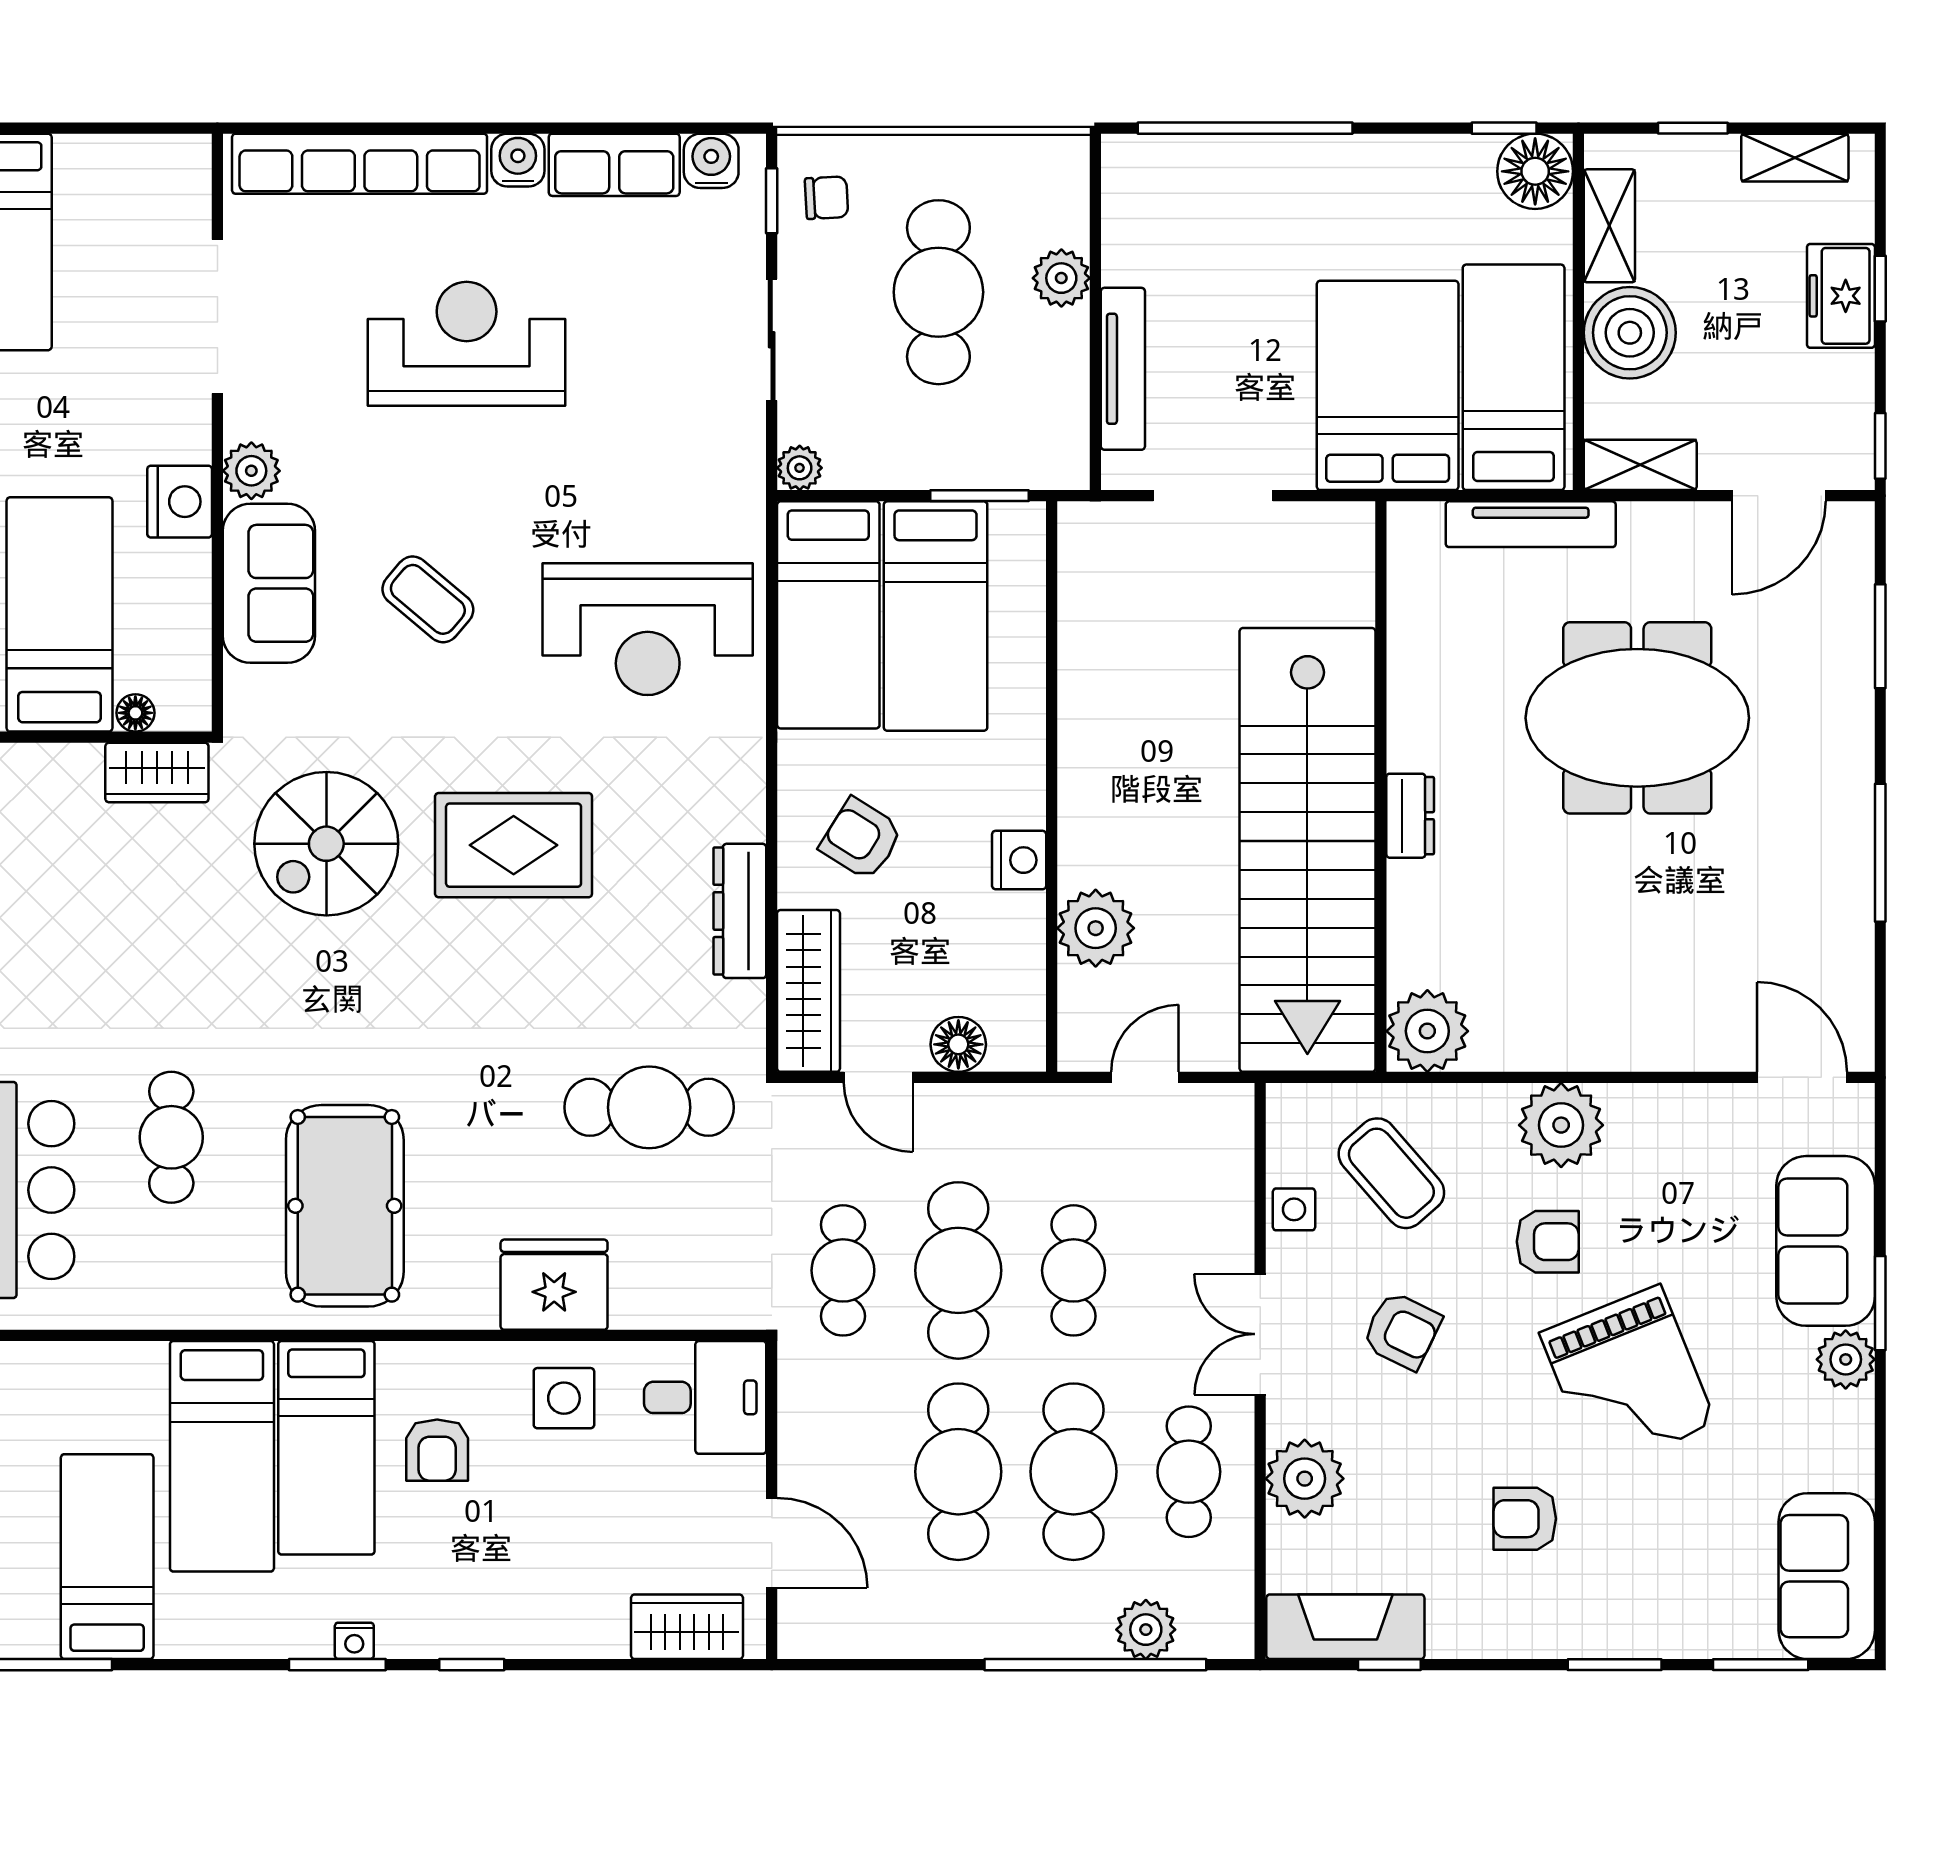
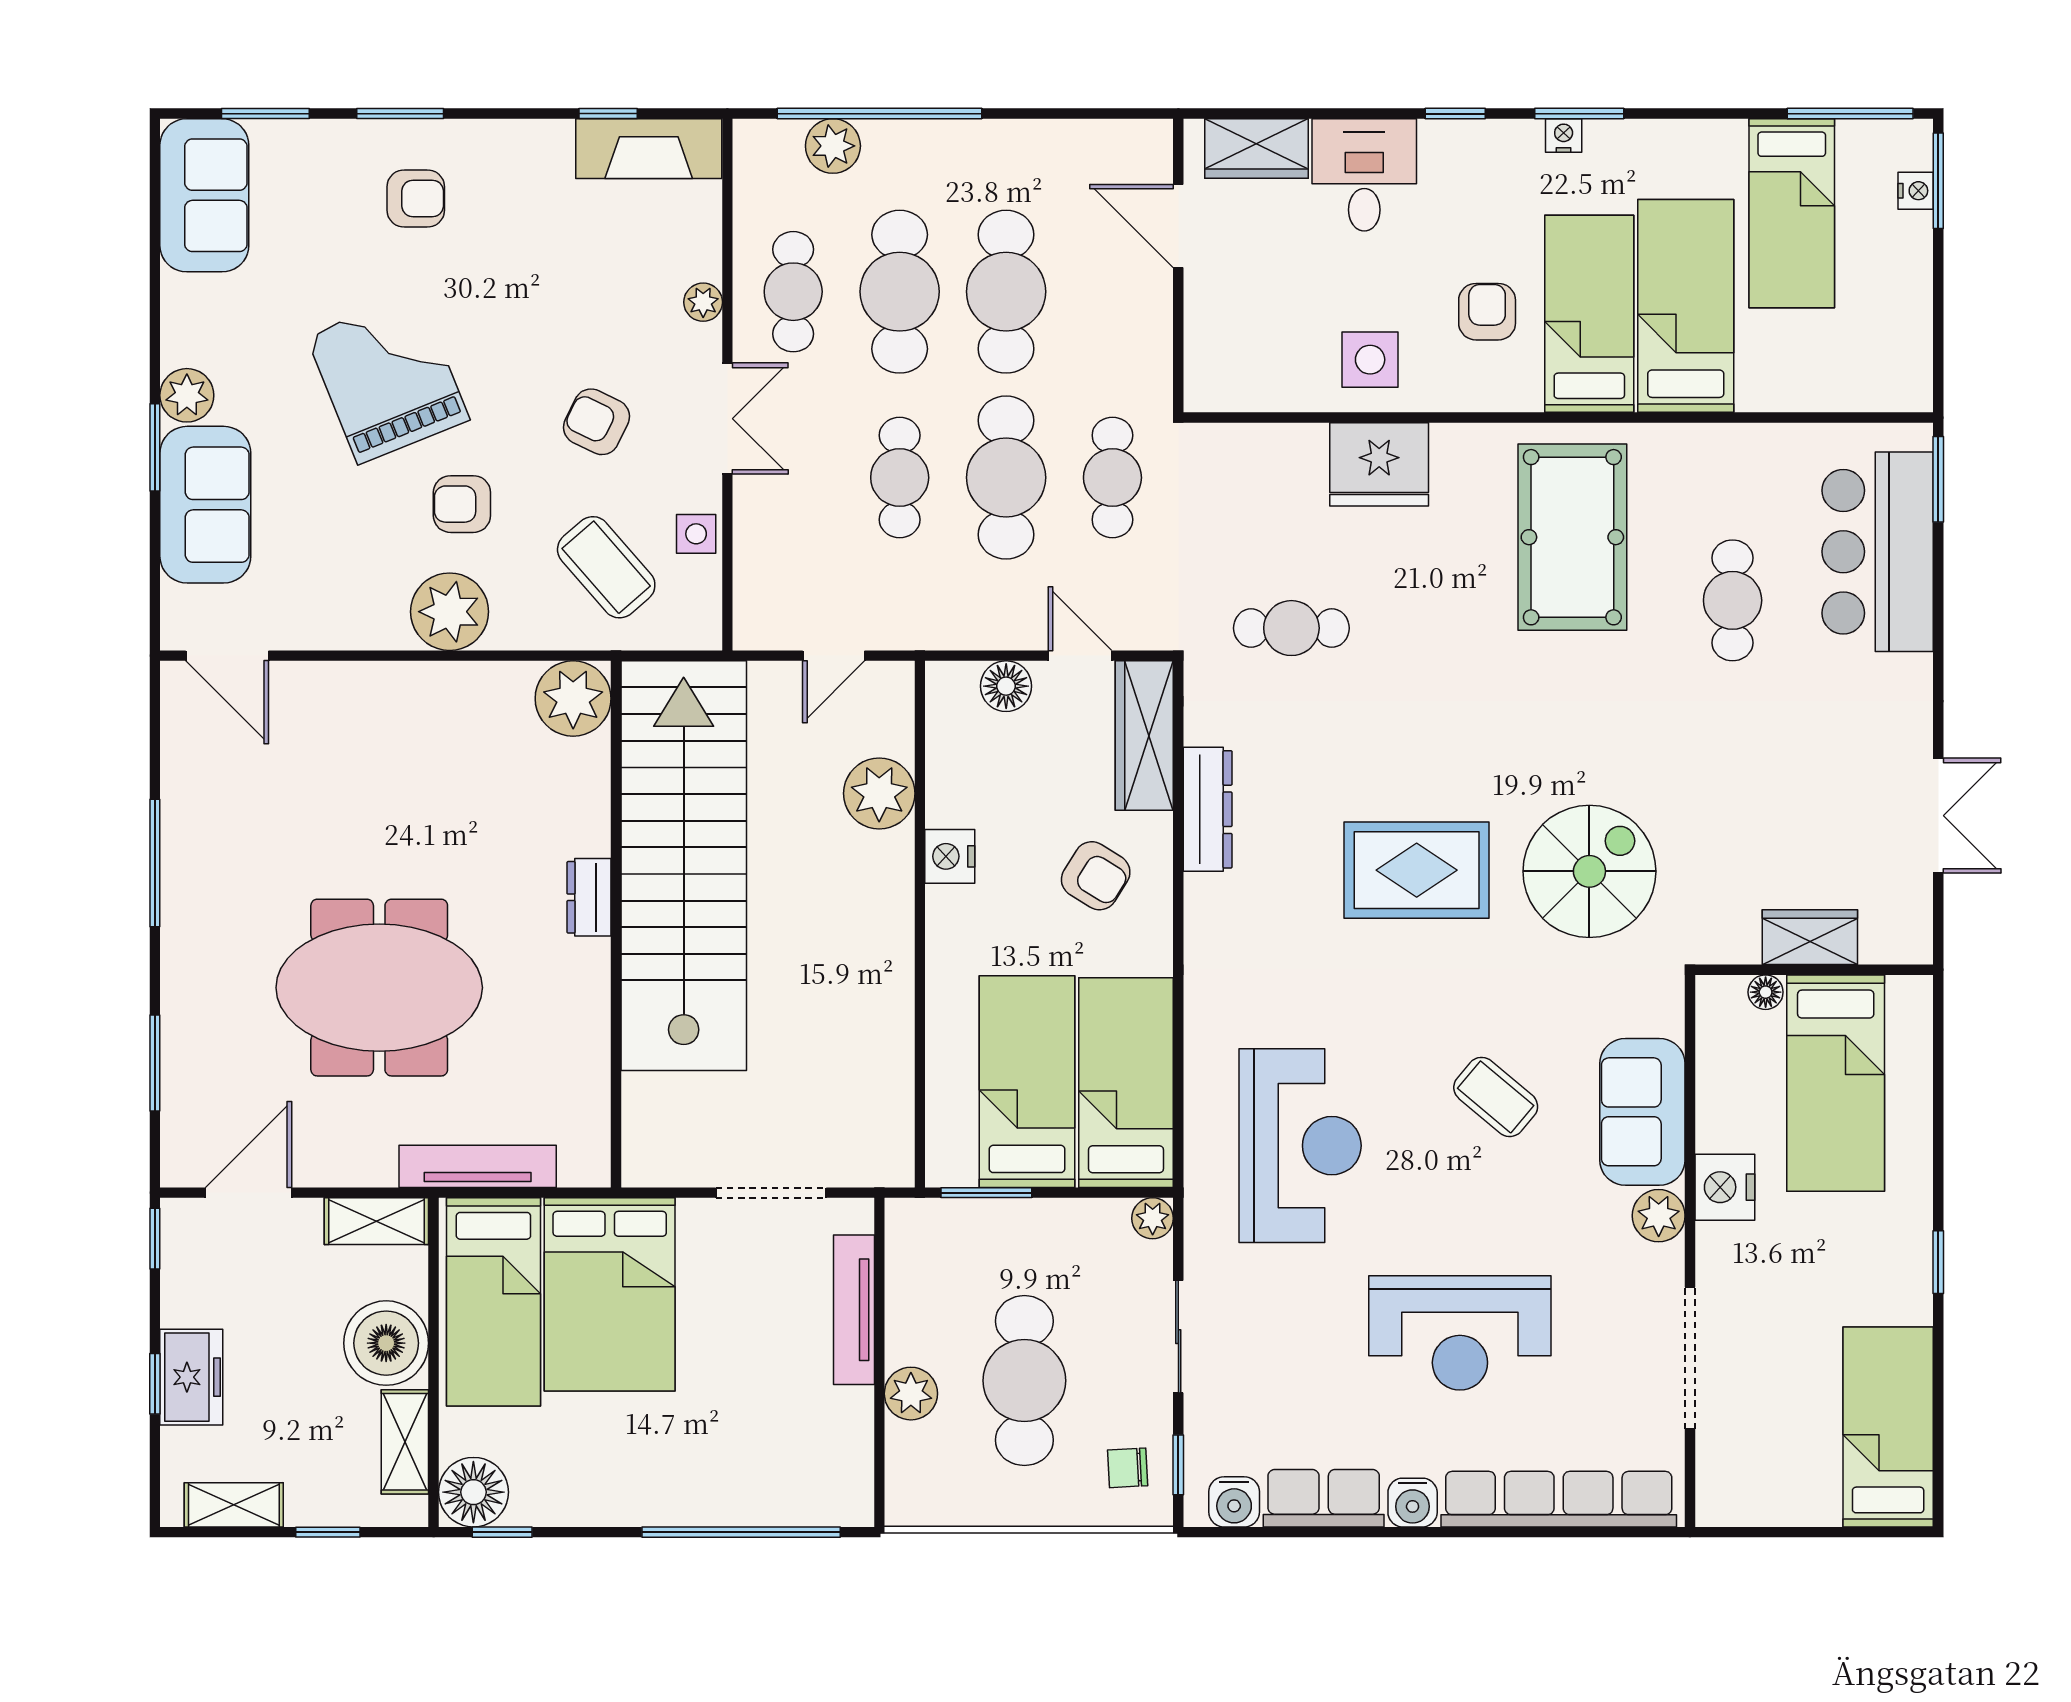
reception desk: (648, 629) -> (1300, 1146), moved, turned 90
wardrobe: (157, 773) -> (1810, 937), moved
cafe table: (649, 1107) -> (1291, 628), width x0.73, depth x0.74
desk: (705, 1397) -> (1364, 175), moved, turned 90
plant: (1305, 1479) -> (703, 302), width x0.53, depth x0.53
armchair: (1525, 1519) -> (416, 198), moved

